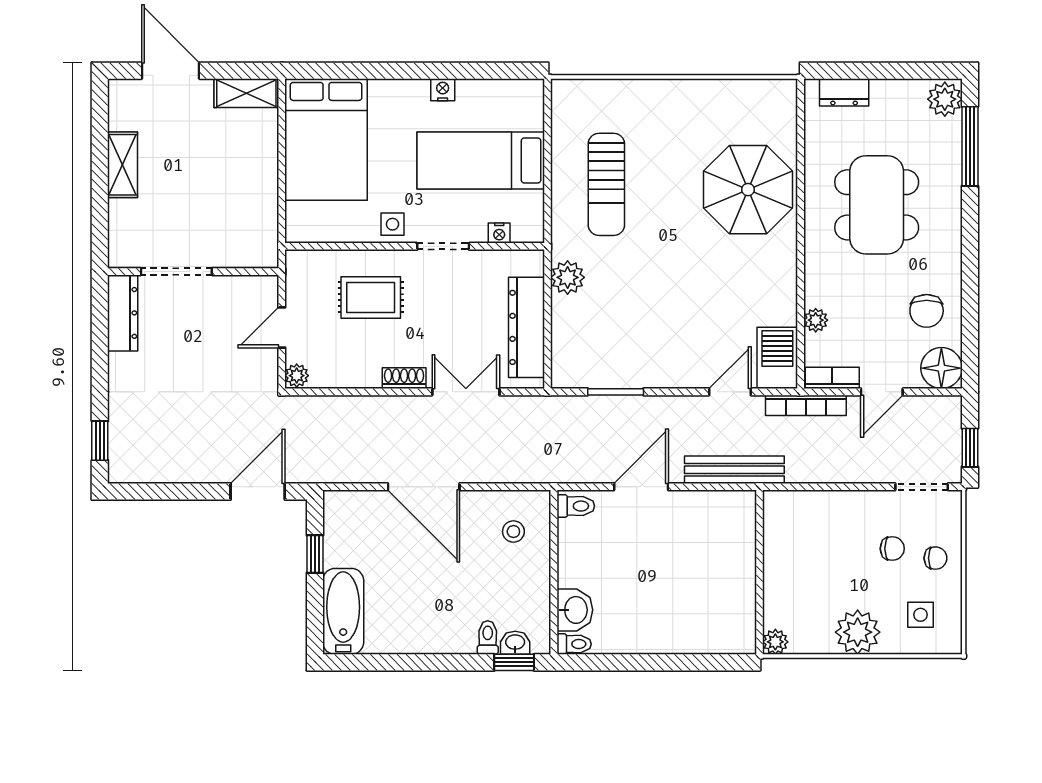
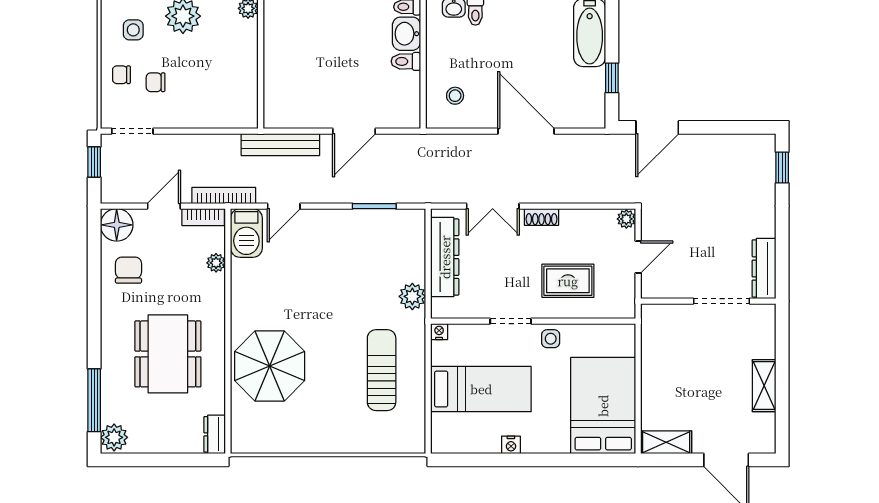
dresser: (844, 92) -> (215, 434), moved, turned -90
nightstand: (499, 233) -> (439, 332), moved
toilet: (576, 506) -> (406, 61), moved

